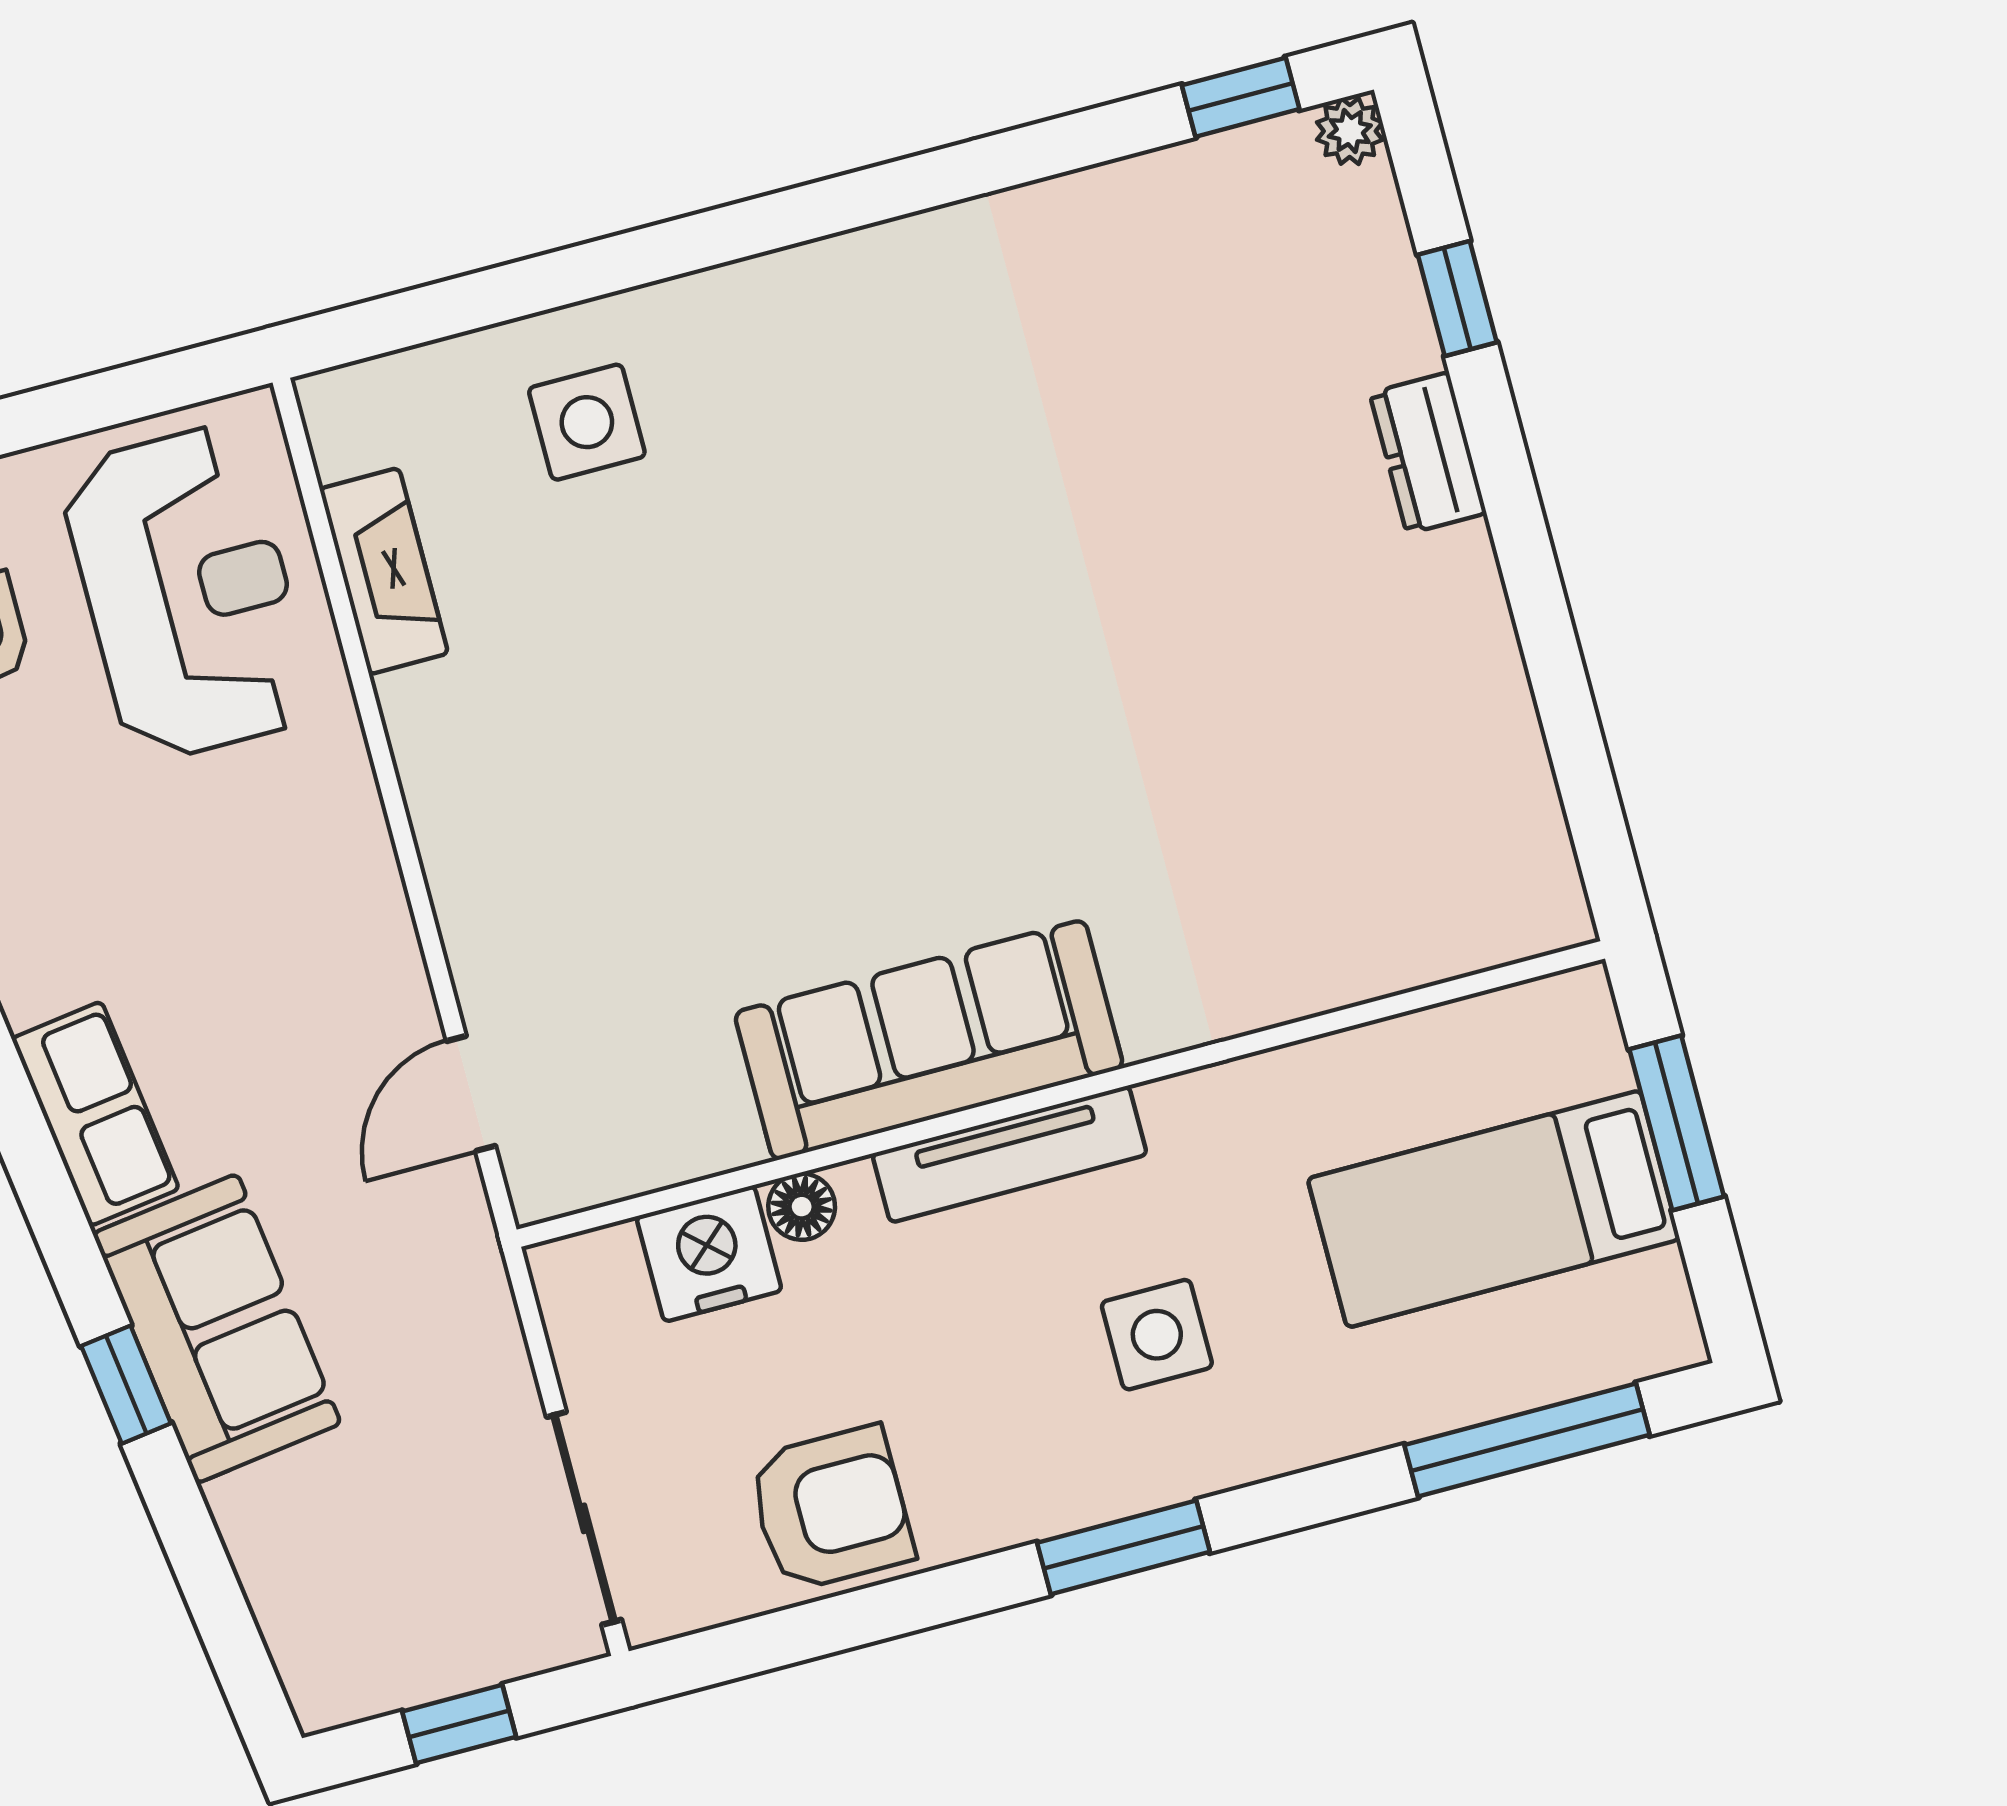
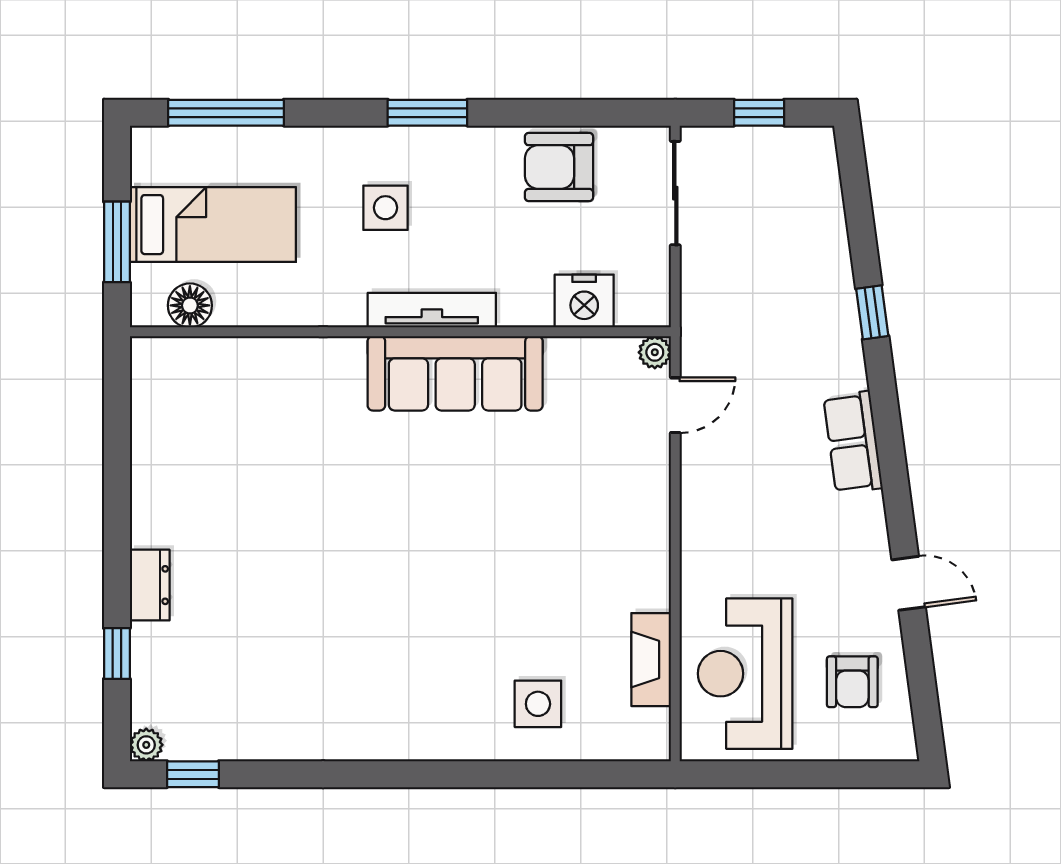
plant: (540, 1189) -> (655, 352), added
floor lamp: (802, 1207) -> (190, 305), moved, width x1.37, depth x1.37
sofa: (217, 1329) -> (823, 327), removed

